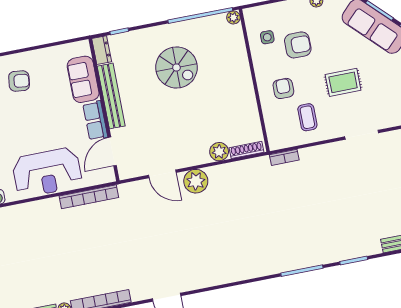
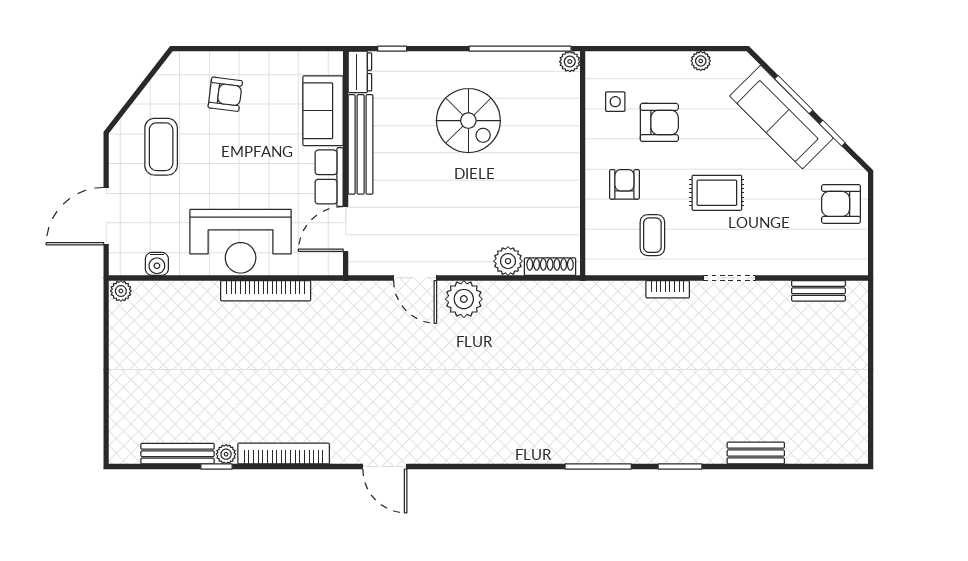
bookcase: (284, 157) -> (668, 289), moved
bookcase: (89, 197) -> (266, 291), moved

